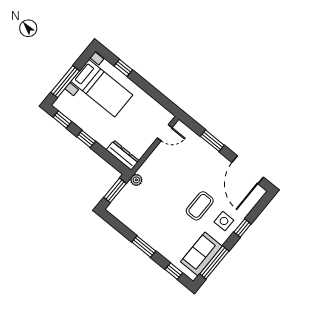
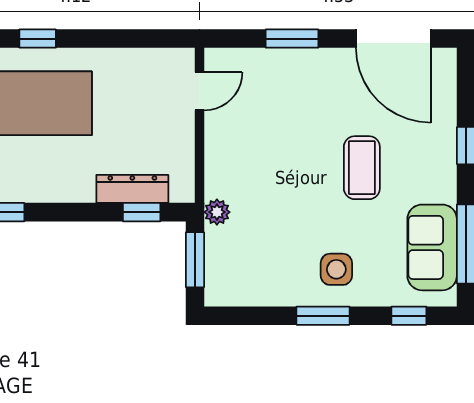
window: (86, 139) -> (142, 212), moved
dresser: (123, 155) -> (132, 189), moved
side table: (224, 221) -> (336, 269), moved

